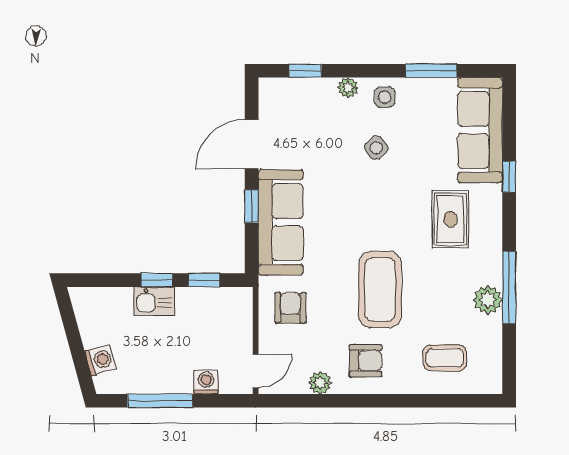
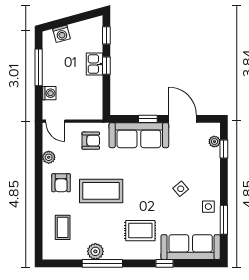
plant: (348, 88) -> (214, 142), moved
side table: (385, 97) -> (208, 207), moved
window: (204, 280) -> (106, 35), moved

